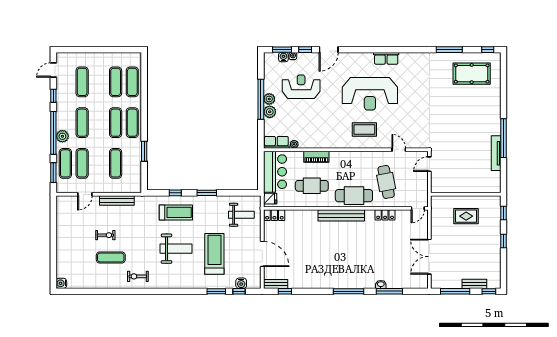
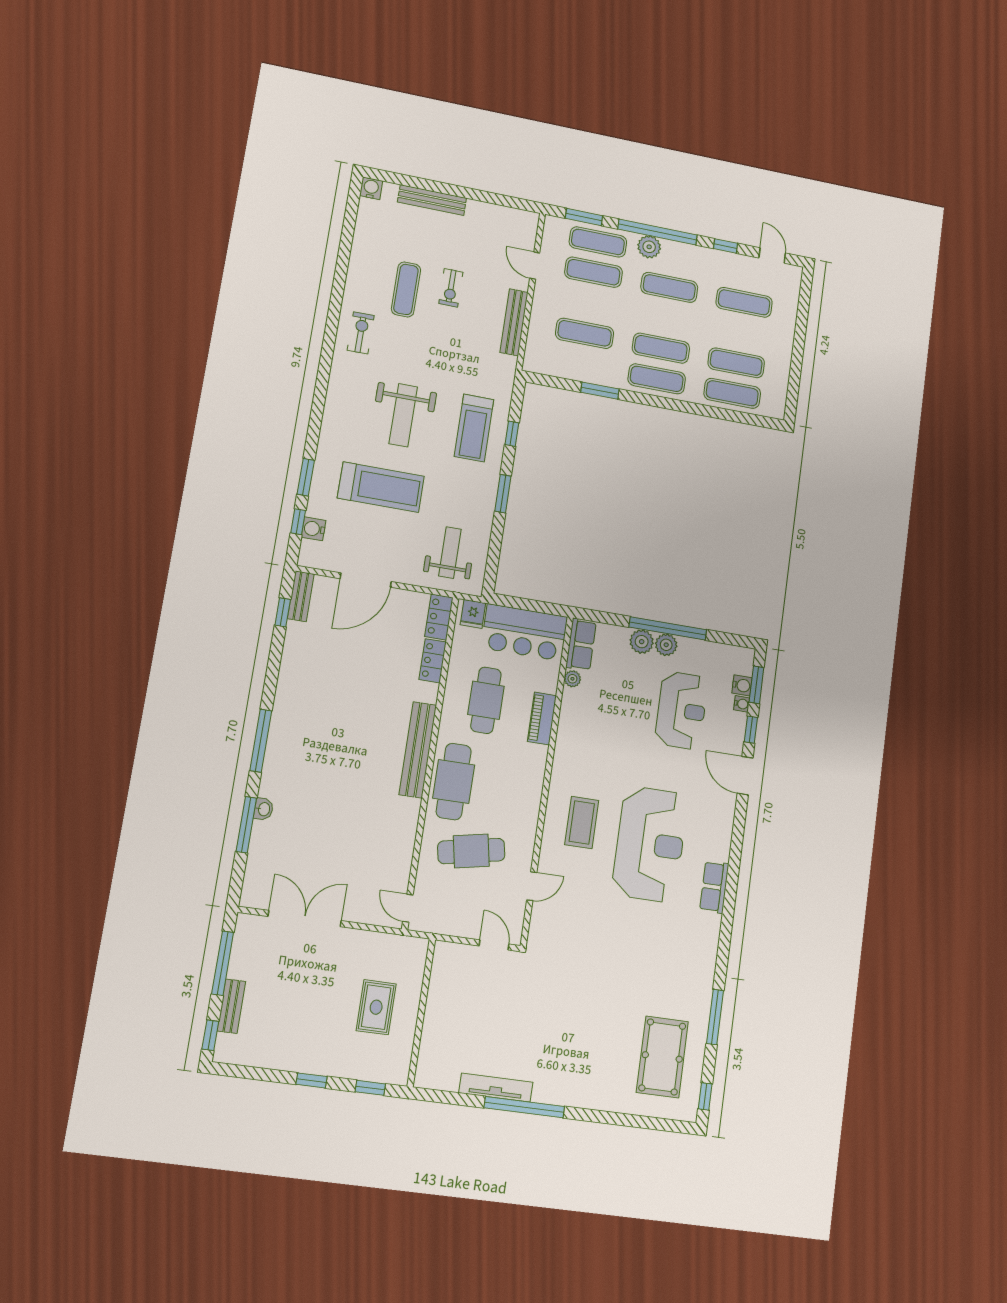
reception desk: (370, 94) -> (650, 844), turned 180
weight bench: (241, 215) -> (450, 553), turned 180
locker: (385, 215) -> (433, 661), moved
bench: (61, 252) -> (432, 200), added

